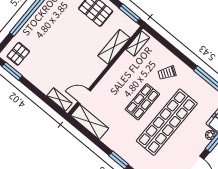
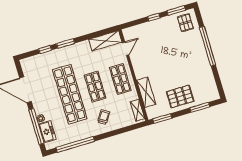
shop shelf: (118, 81) -> (120, 79), added
window: (34, 89) -> (154, 17), added
shelving: (59, 99) -> (135, 30), removed

